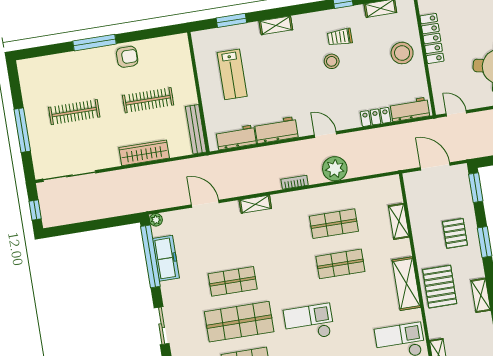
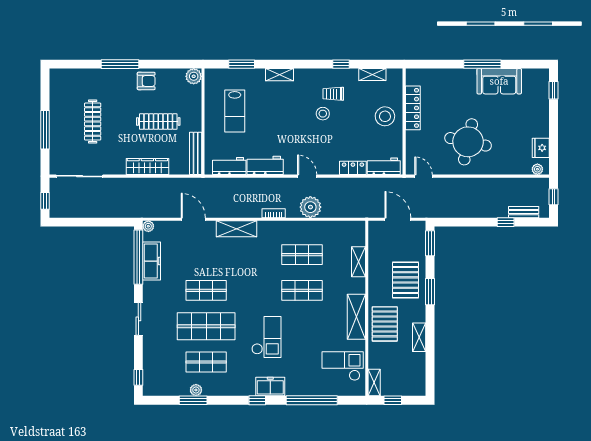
plant: (180, 43) -> (194, 76), added
clothes rail: (74, 112) -> (93, 122), turned 90
shelving: (255, 204) -> (237, 229), width x1.50, depth x1.33
pallet: (455, 233) -> (405, 280), width x1.50, depth x1.42
checkout: (309, 323) -> (266, 337), turned 90

